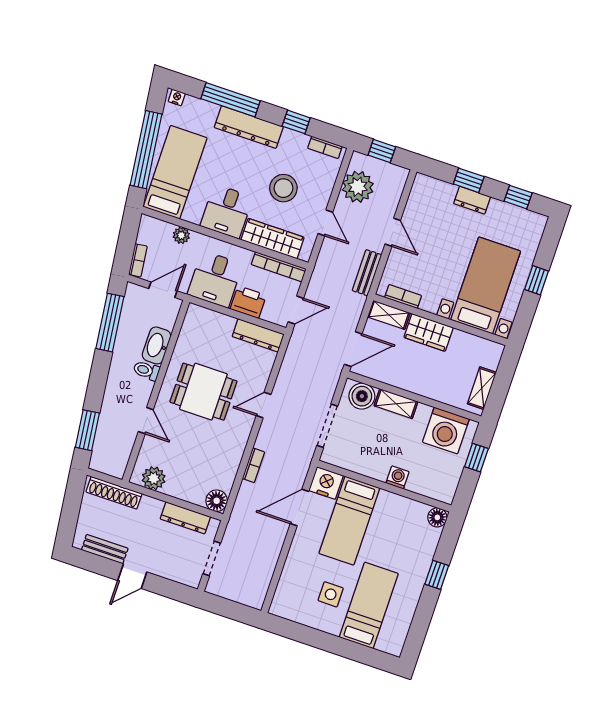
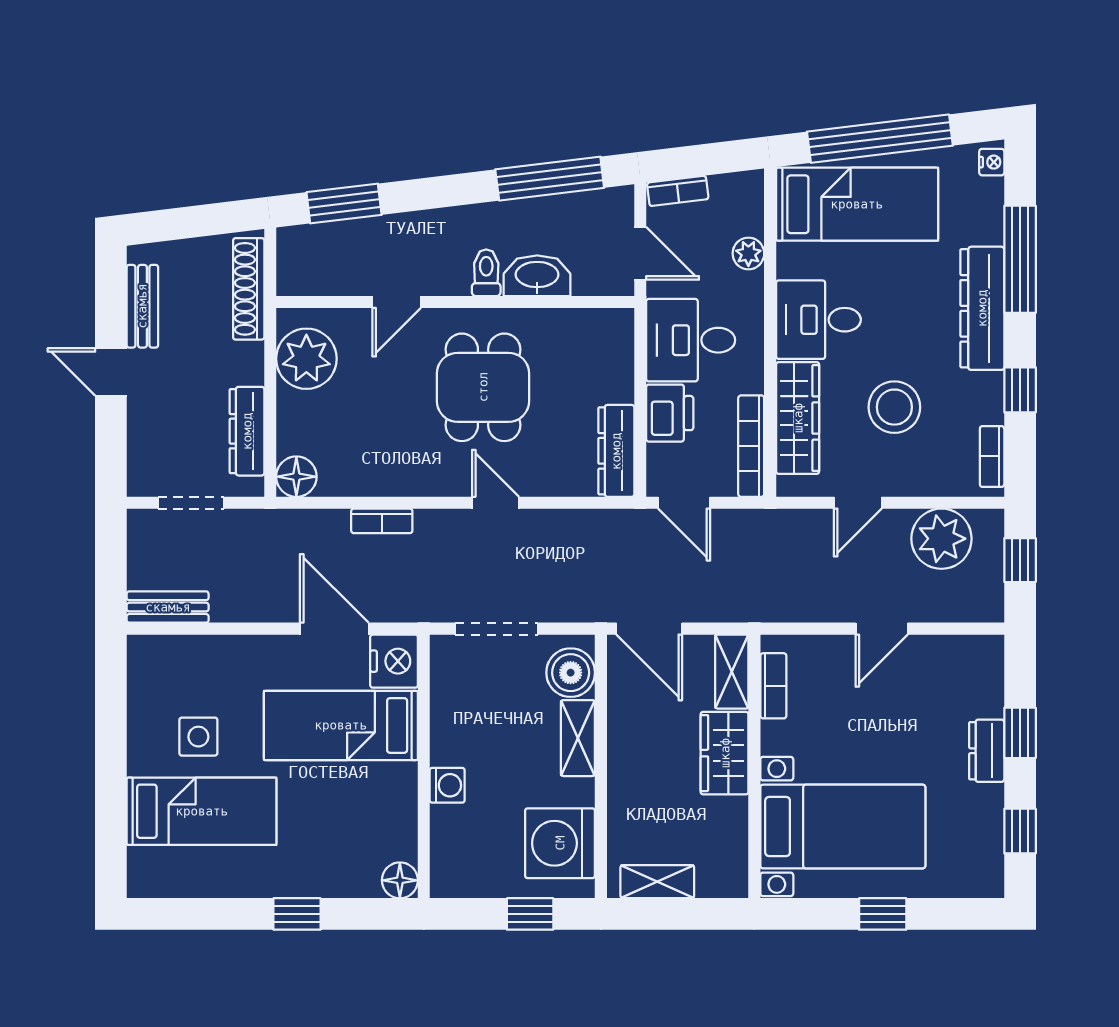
bench: (367, 273) -> (168, 607), moved
plant: (154, 478) -> (306, 359), width x1.36, depth x1.36

